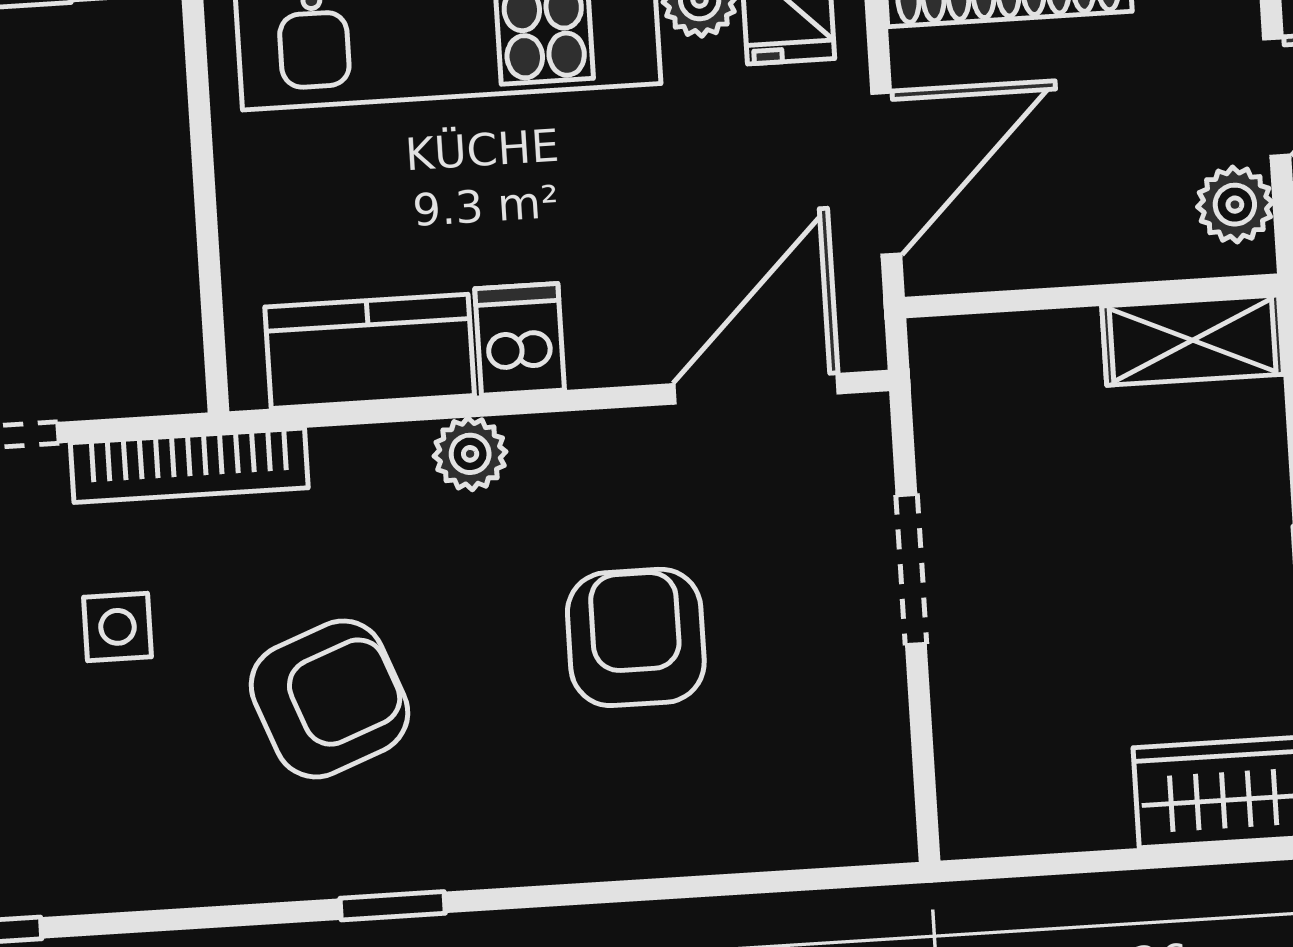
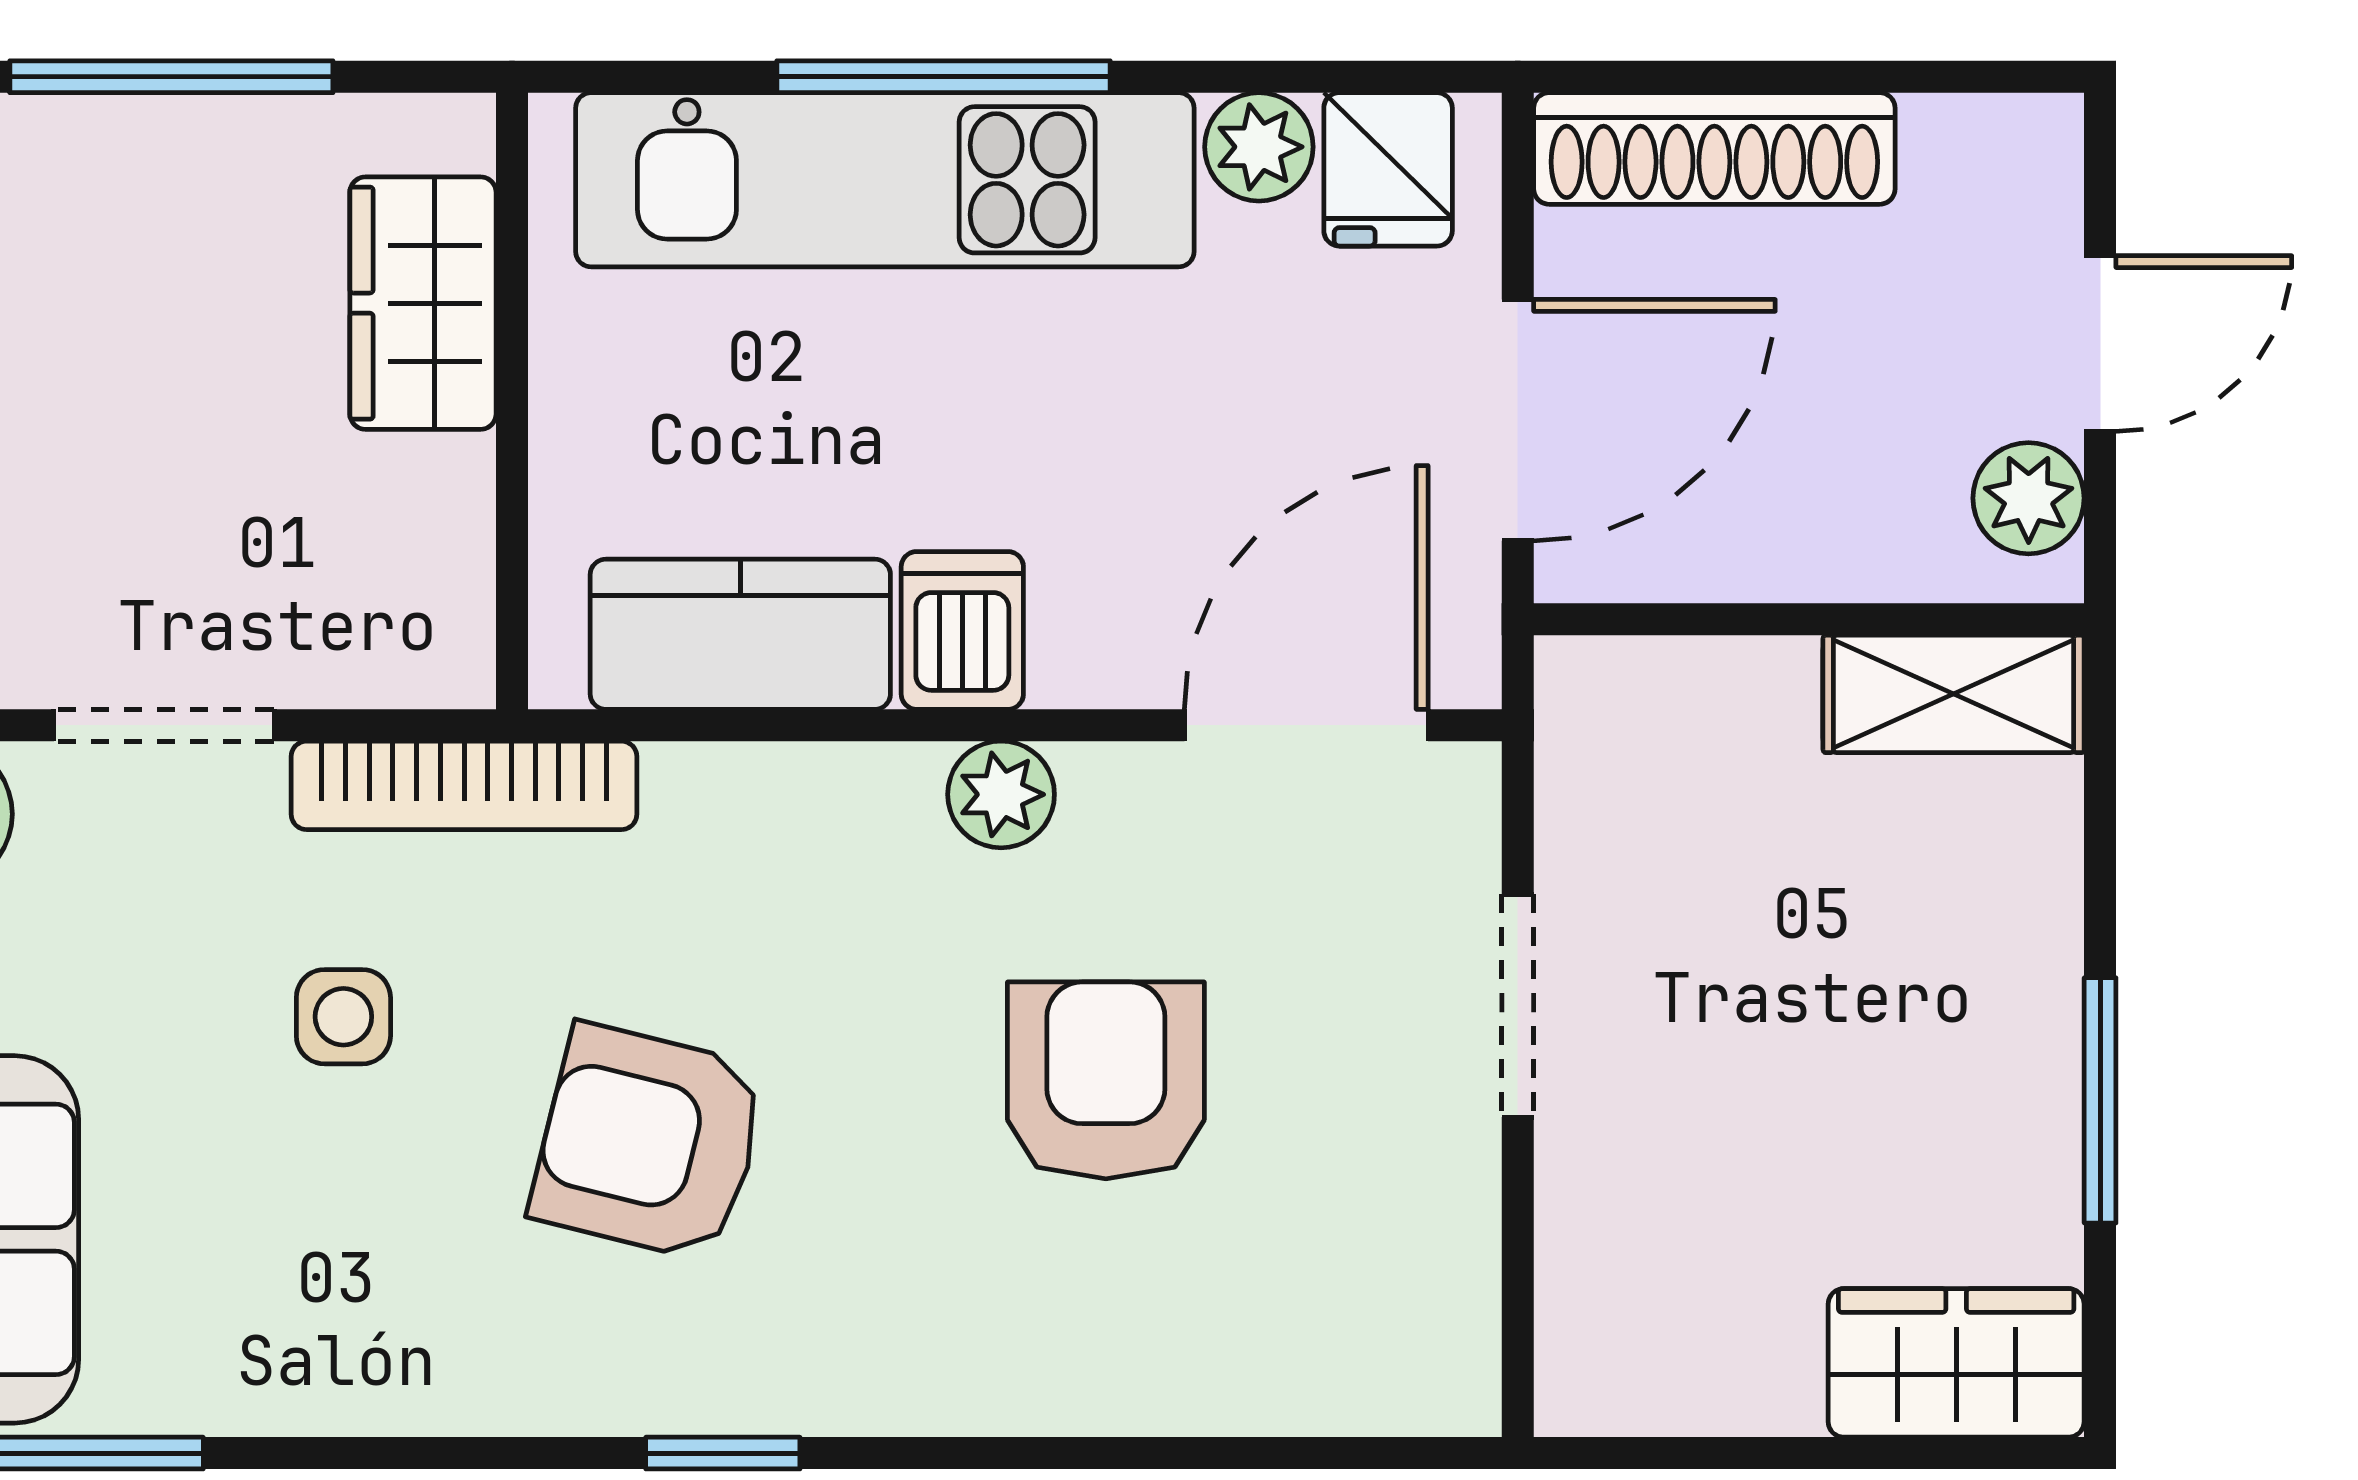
wardrobe: (141, 141) -> (423, 303), added
plant: (470, 454) -> (1001, 794), moved
armchair: (329, 699) -> (649, 1143), turned -145

